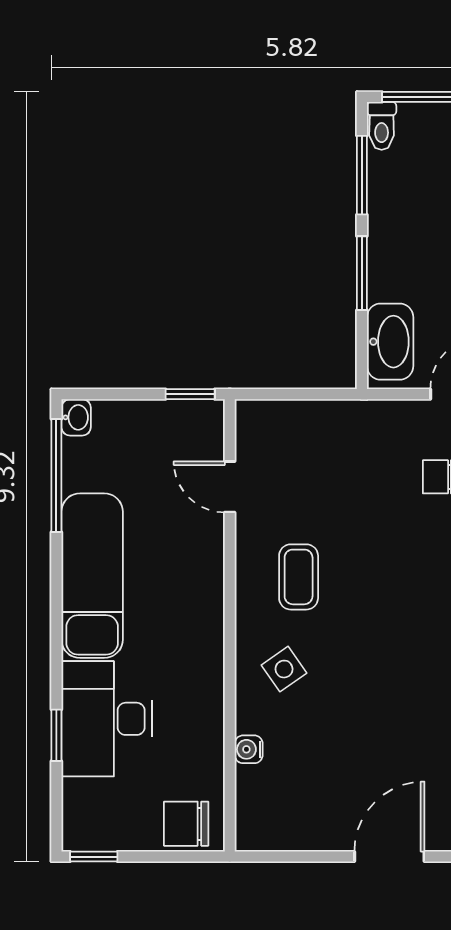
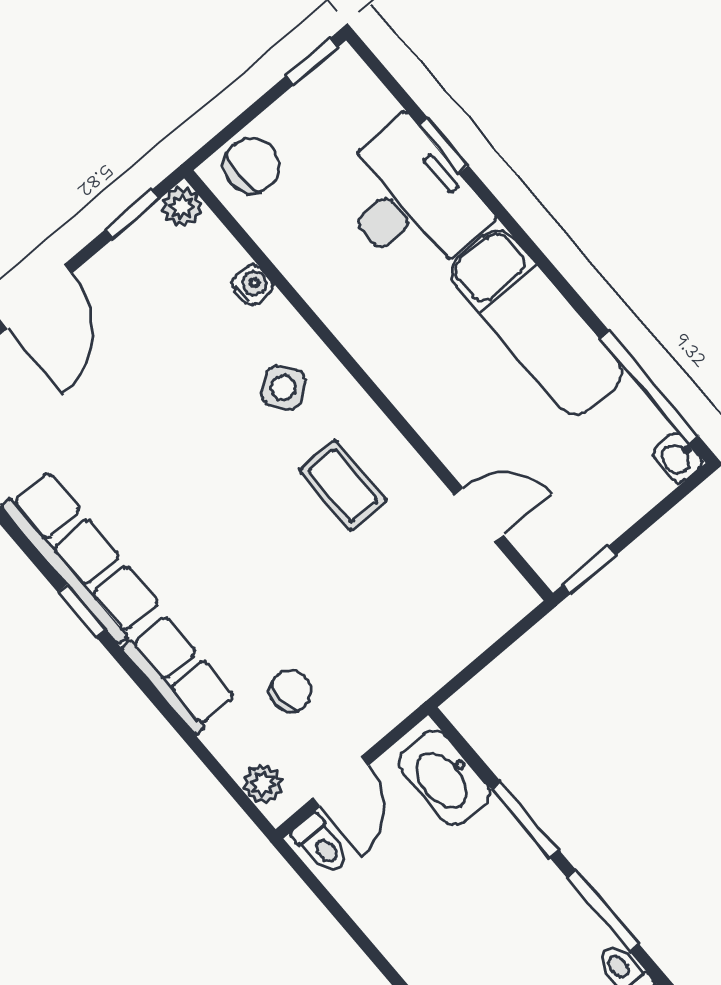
plant: (251, 835) -> (182, 207), added
window: (286, 857) -> (132, 214), added

